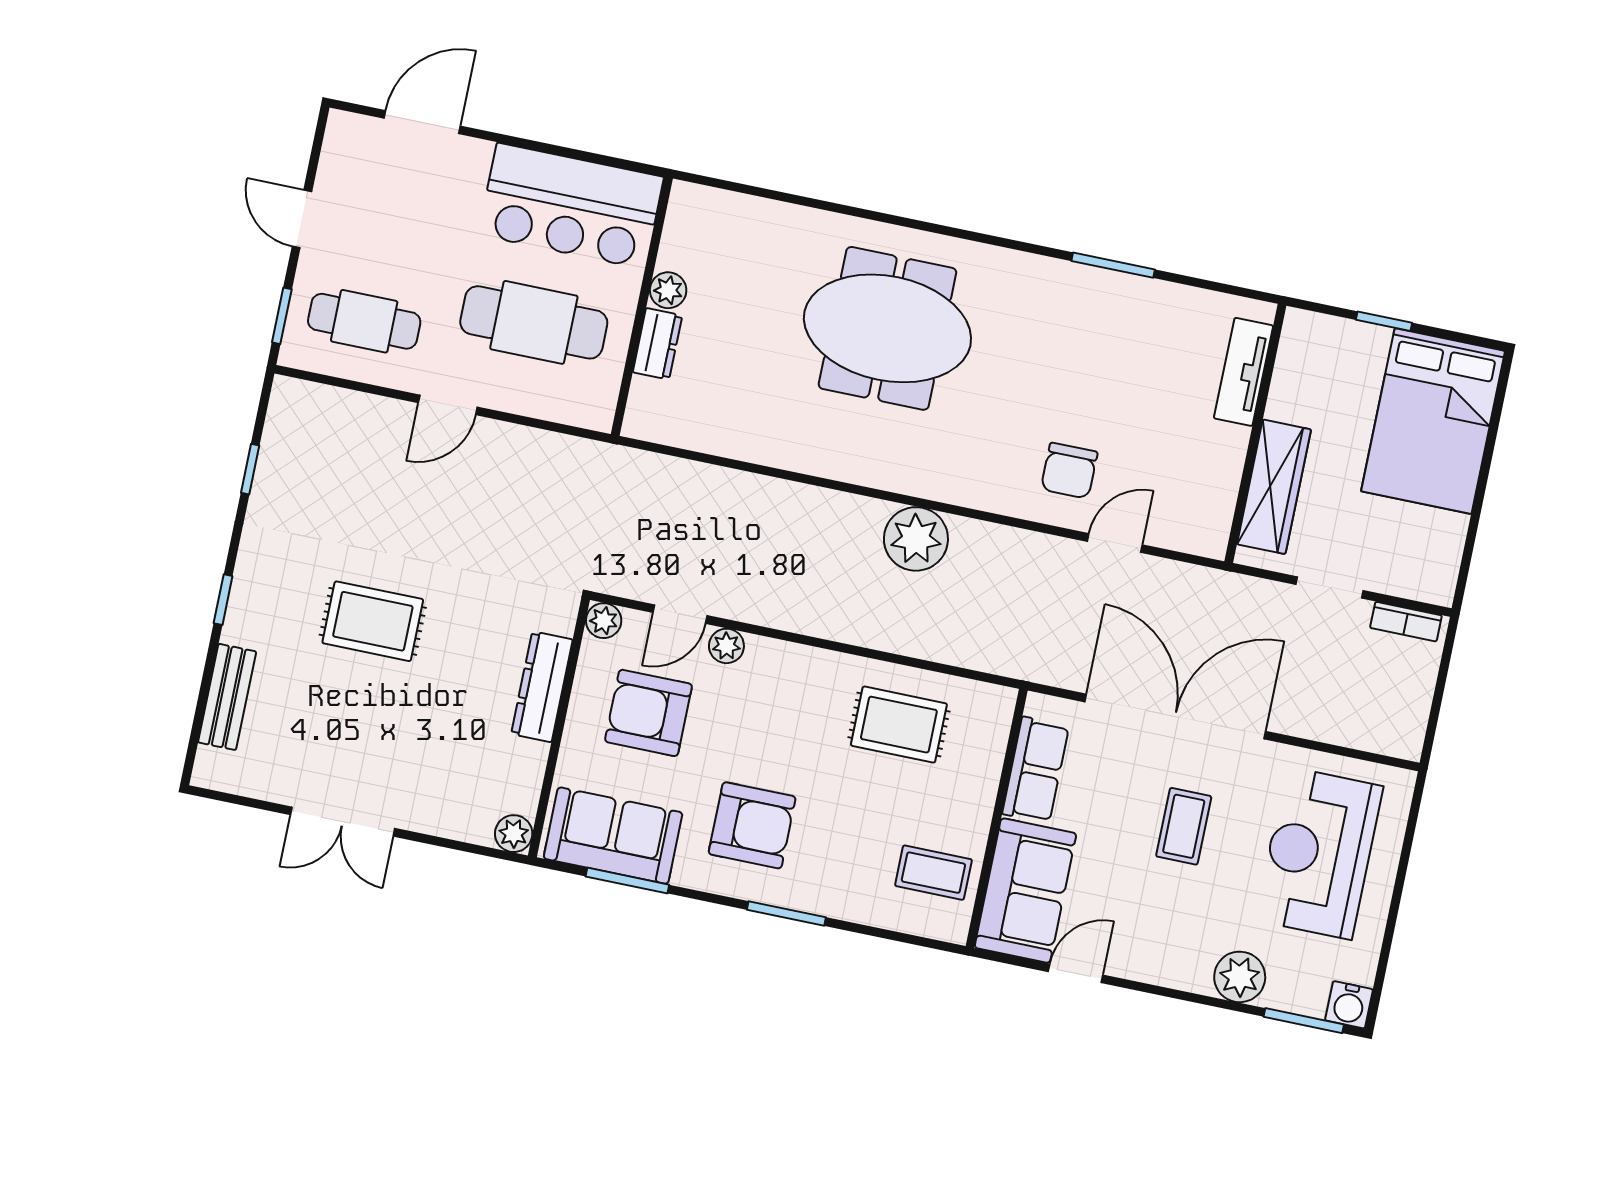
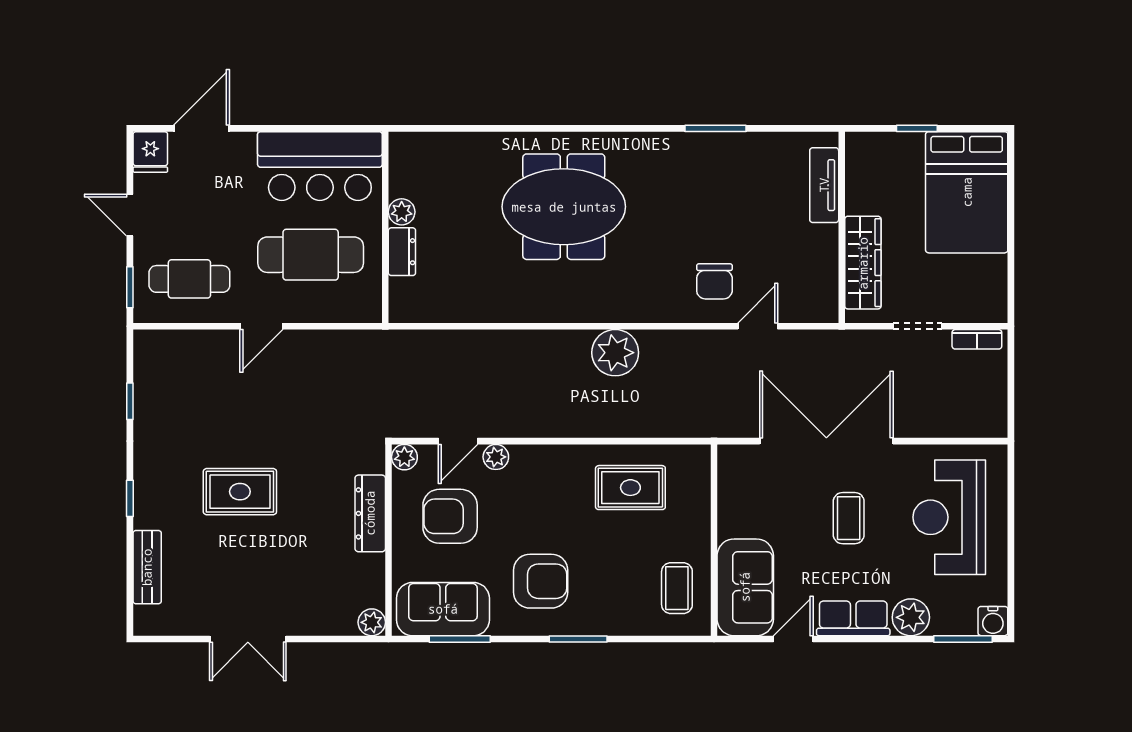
fridge: (347, 140) -> (150, 152), added
row of seats: (1036, 770) -> (853, 618), moved, turned -90
coffee table: (933, 873) -> (677, 588), turned 90

